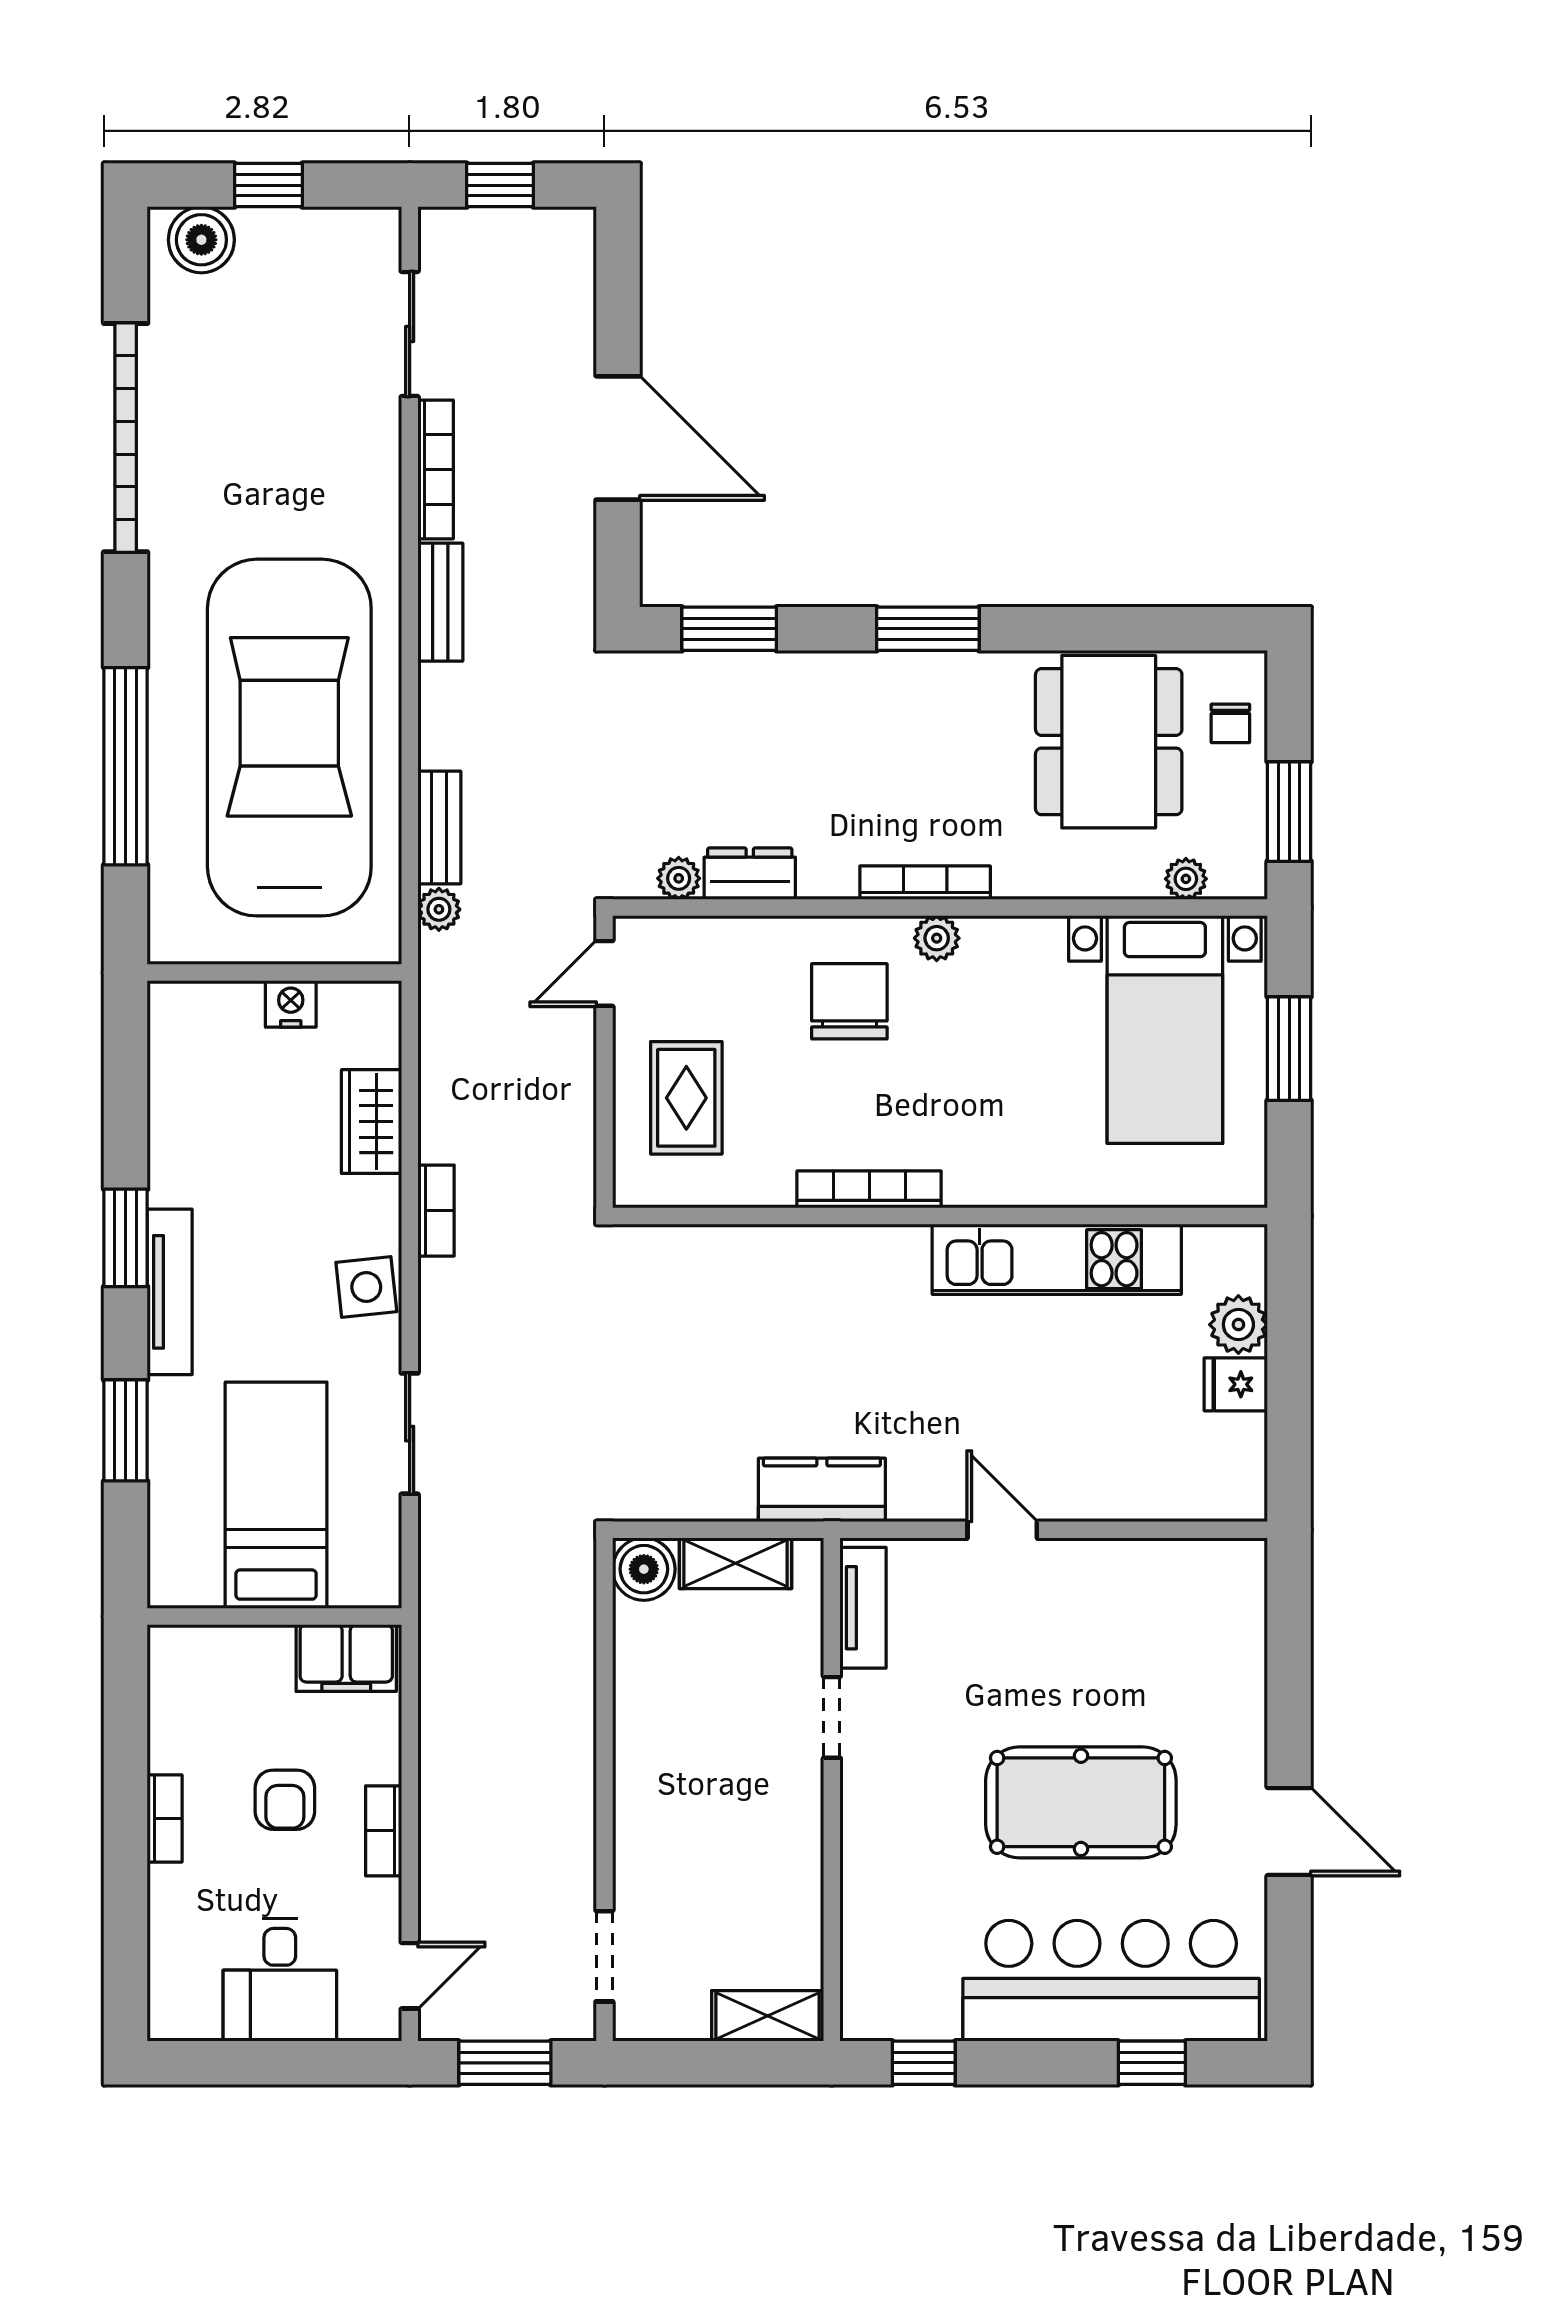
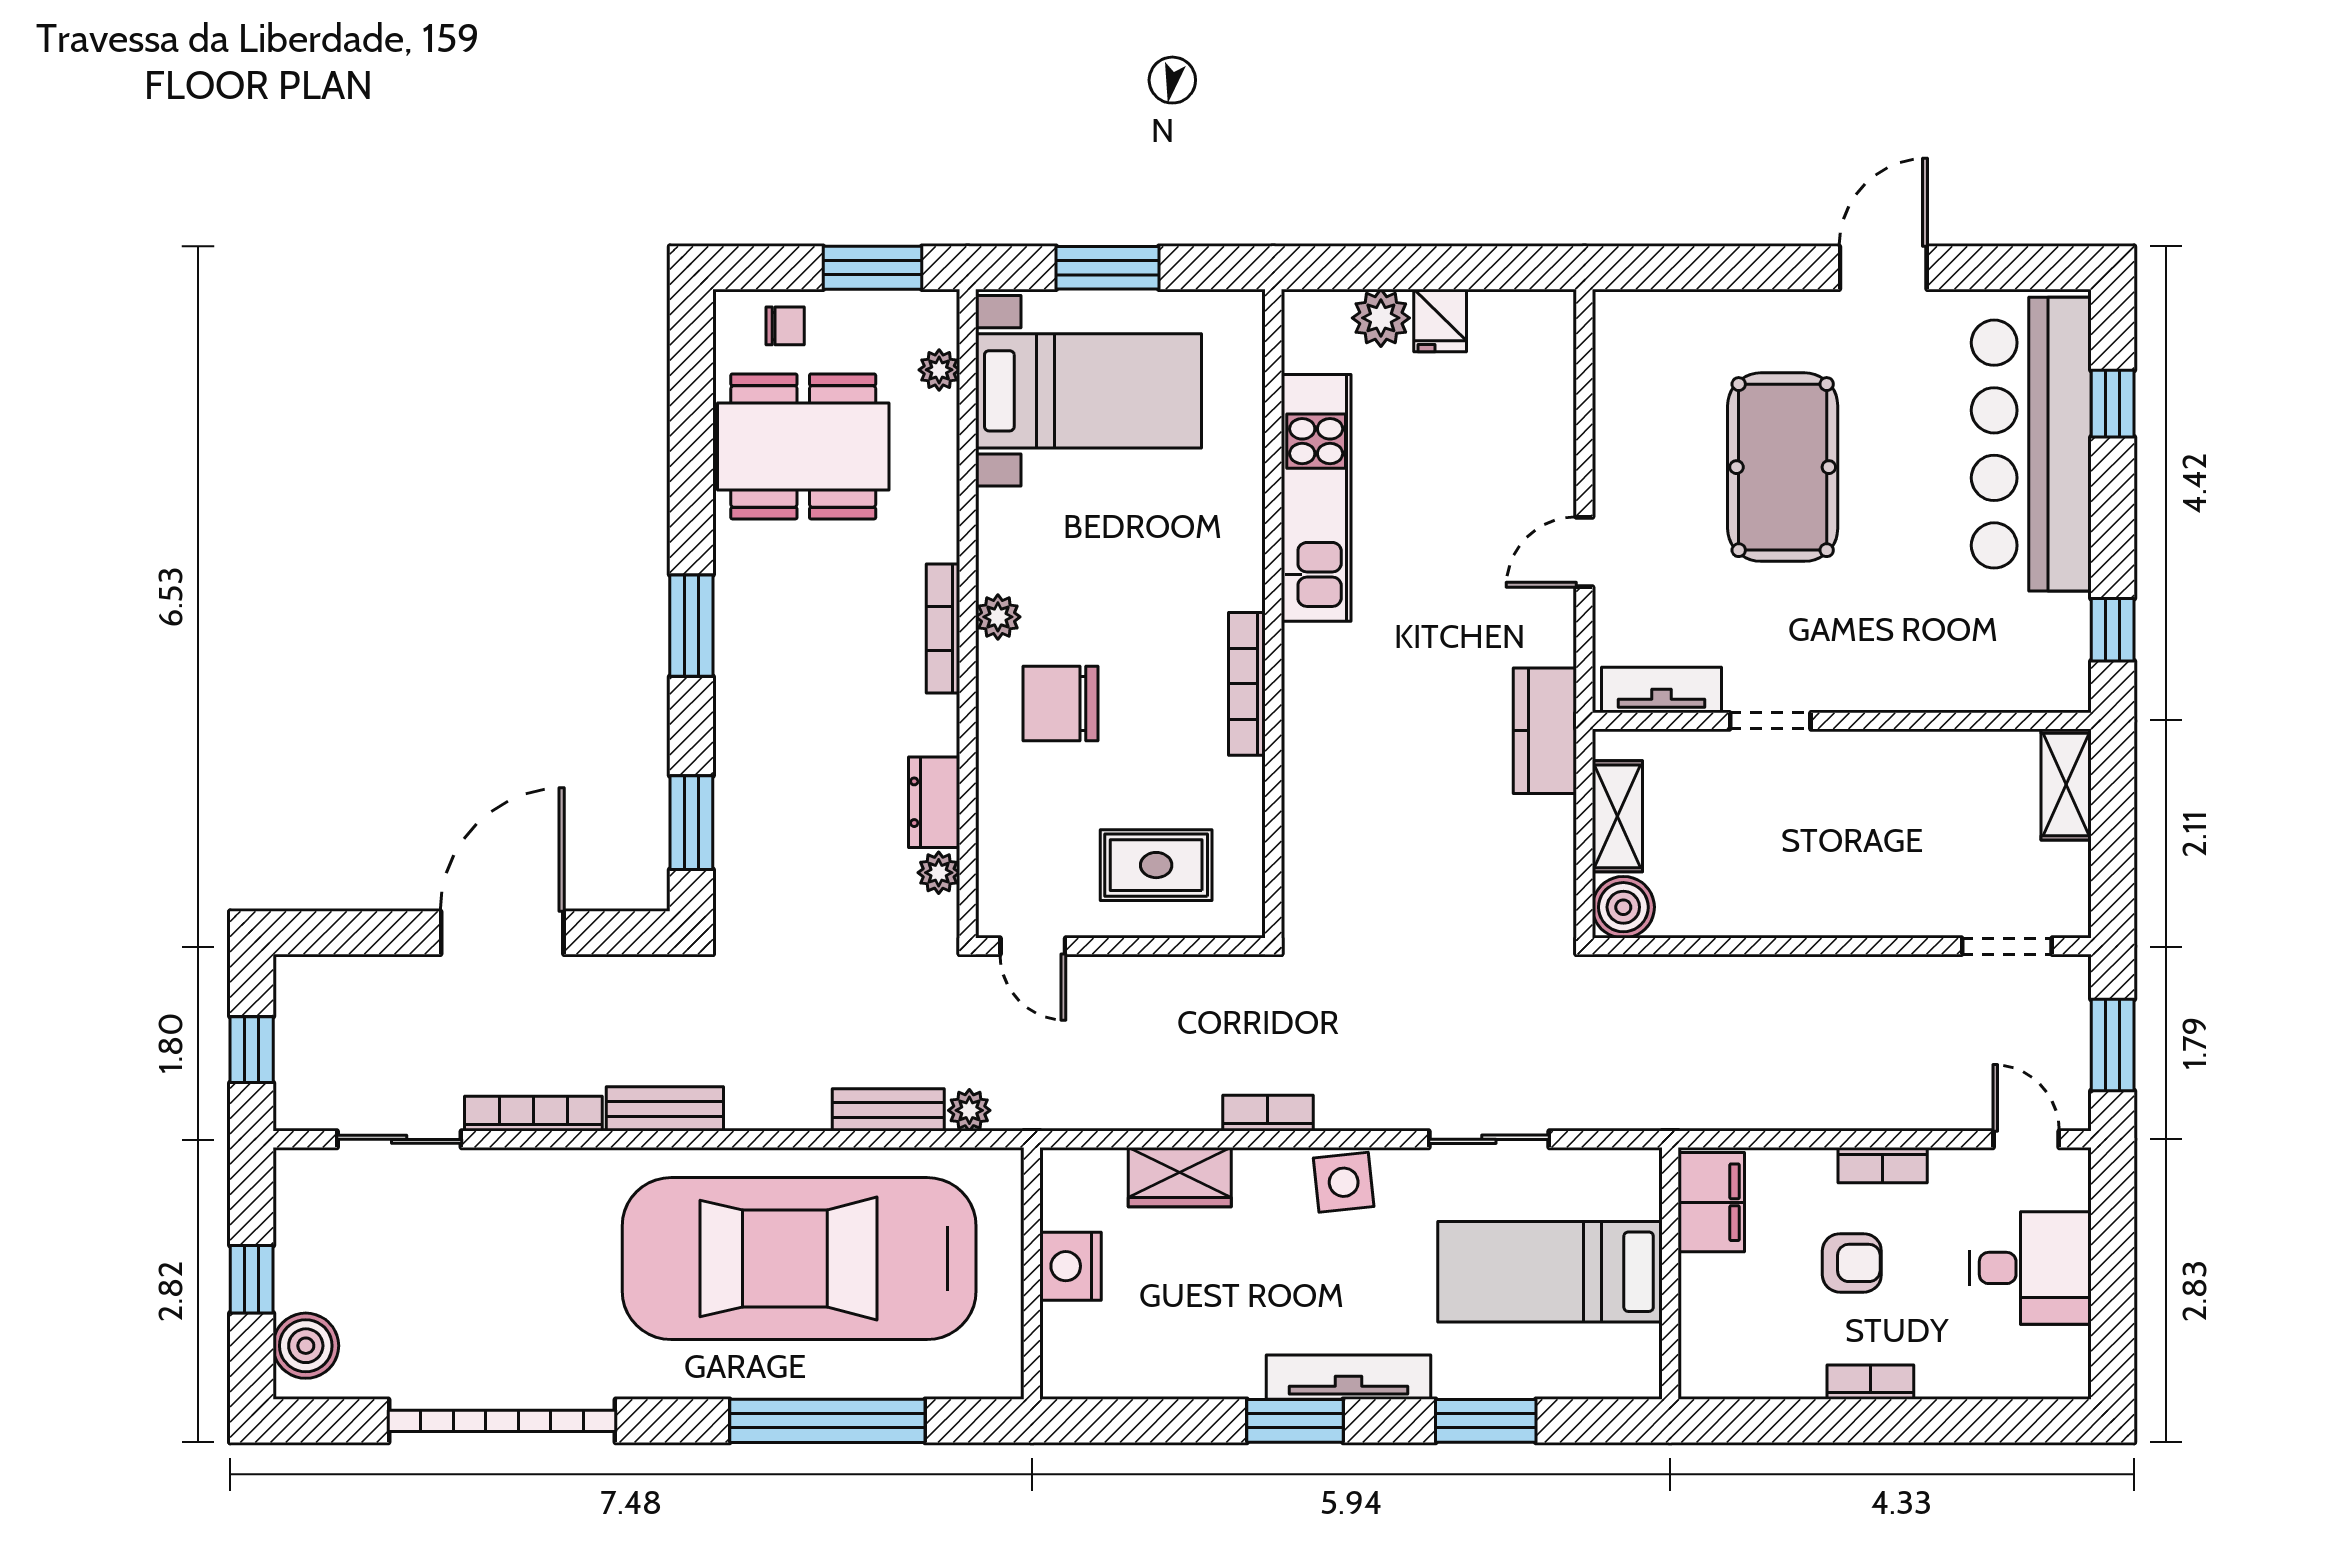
nightstand: (291, 1004) -> (1071, 1266), width x1.36, depth x1.33
pool table: (1081, 1802) -> (1783, 467), moved

